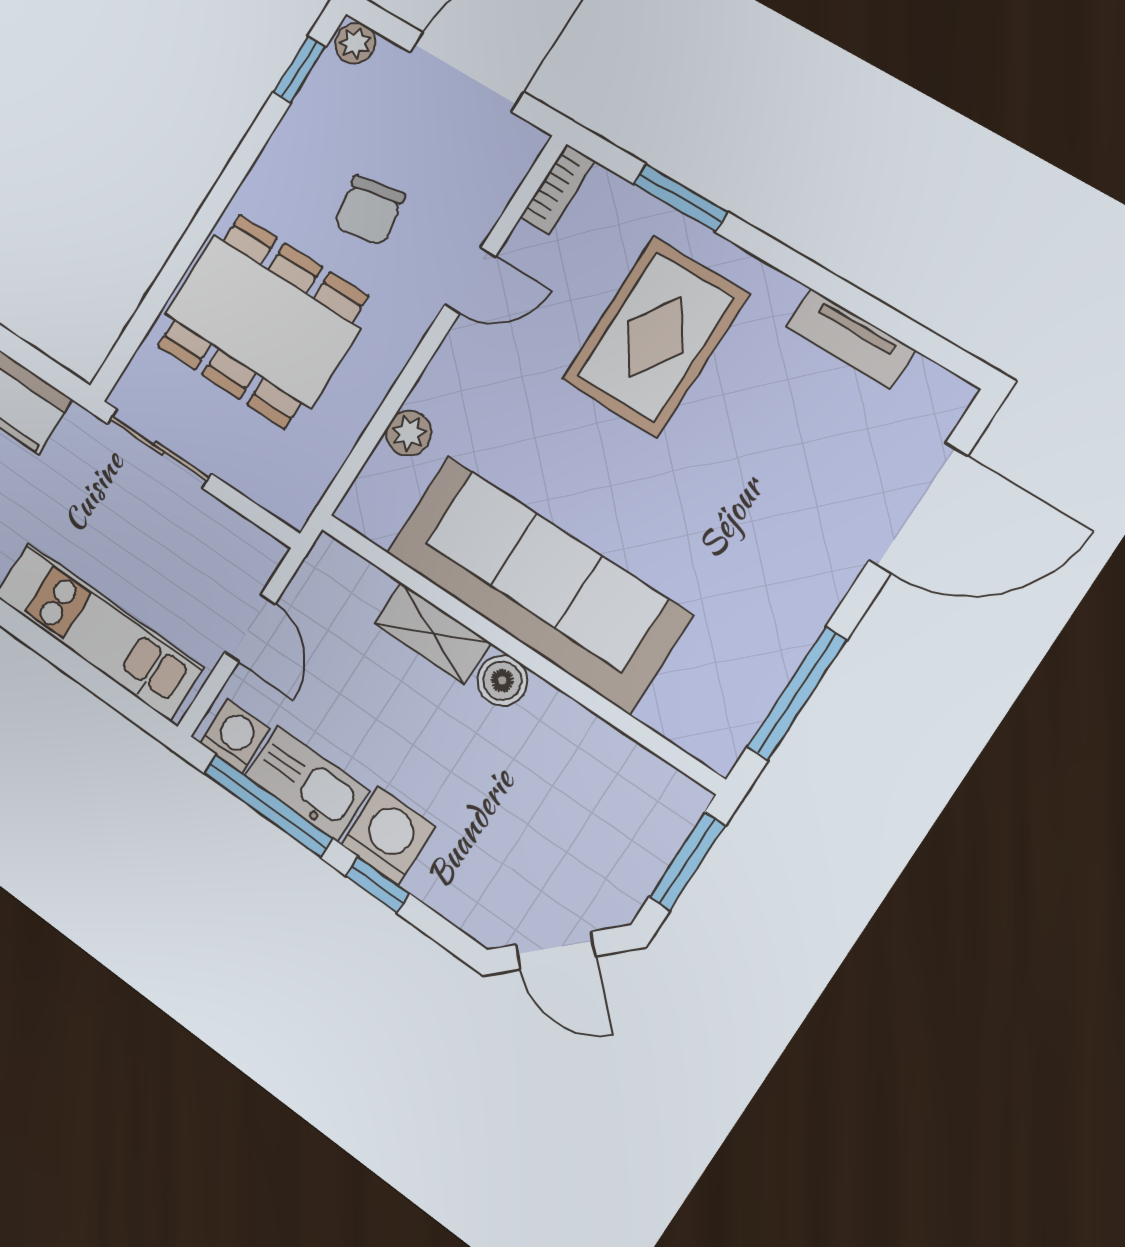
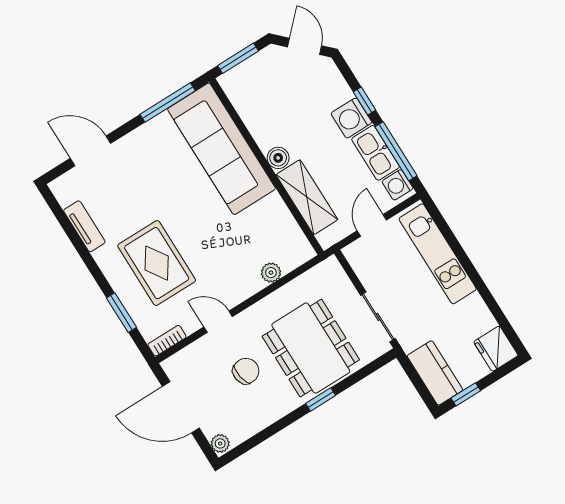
window: (299, 70) -> (321, 399), moved
rug: (655, 337) -> (157, 263), turned 90
door: (918, 508) -> (91, 151), width x0.73
sofa: (537, 583) -> (221, 149), moved
shelving: (432, 633) -> (307, 197), width x1.50, depth x1.33

